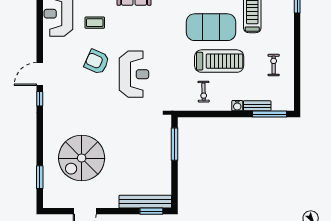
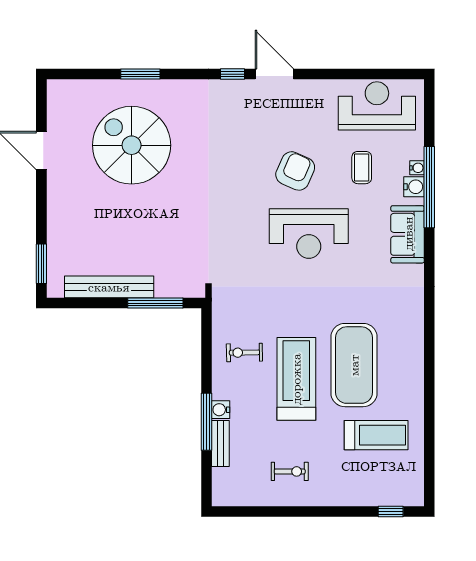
treadmill: (219, 61) -> (296, 379), turned 180
reception desk: (134, 74) -> (309, 234), moved
window: (269, 114) -> (206, 422), moved
window: (40, 177) -> (140, 74), moved
bench: (145, 202) -> (109, 287), moved, turned 90

